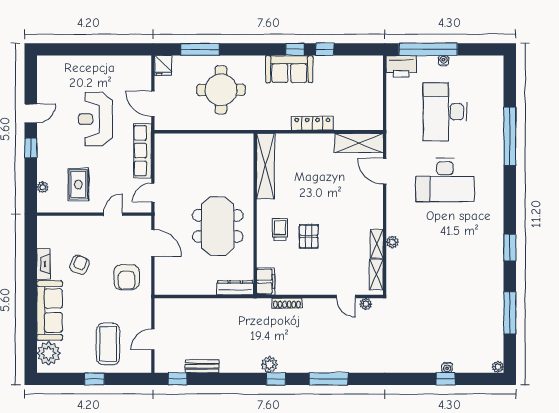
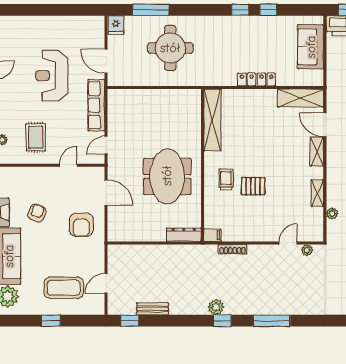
sofa: (289, 69) -> (311, 47), moved, turned 90
pallet: (309, 236) -> (253, 186), turned 90
plant: (392, 242) -> (332, 214), moved
shelving: (376, 275) -> (317, 152), moved
filing cabinet: (266, 281) -> (212, 235), width x0.50
door: (346, 296) -> (288, 243), swing flipped
coffee table: (108, 344) -> (64, 288), turned 90

